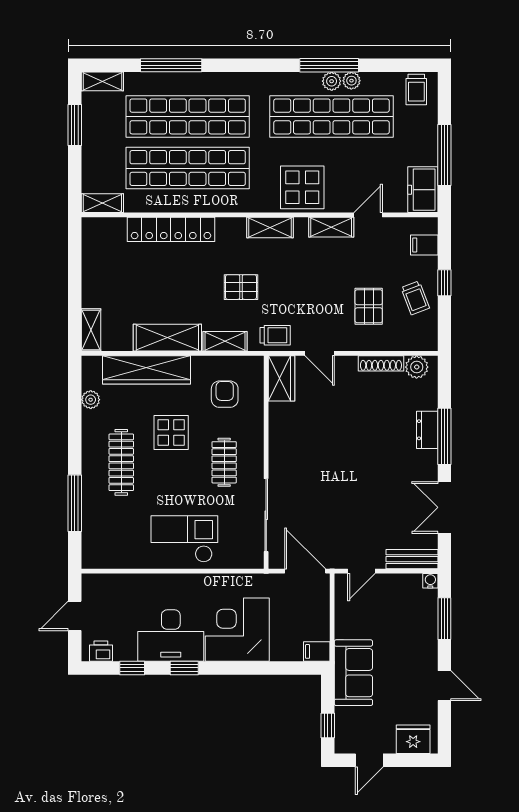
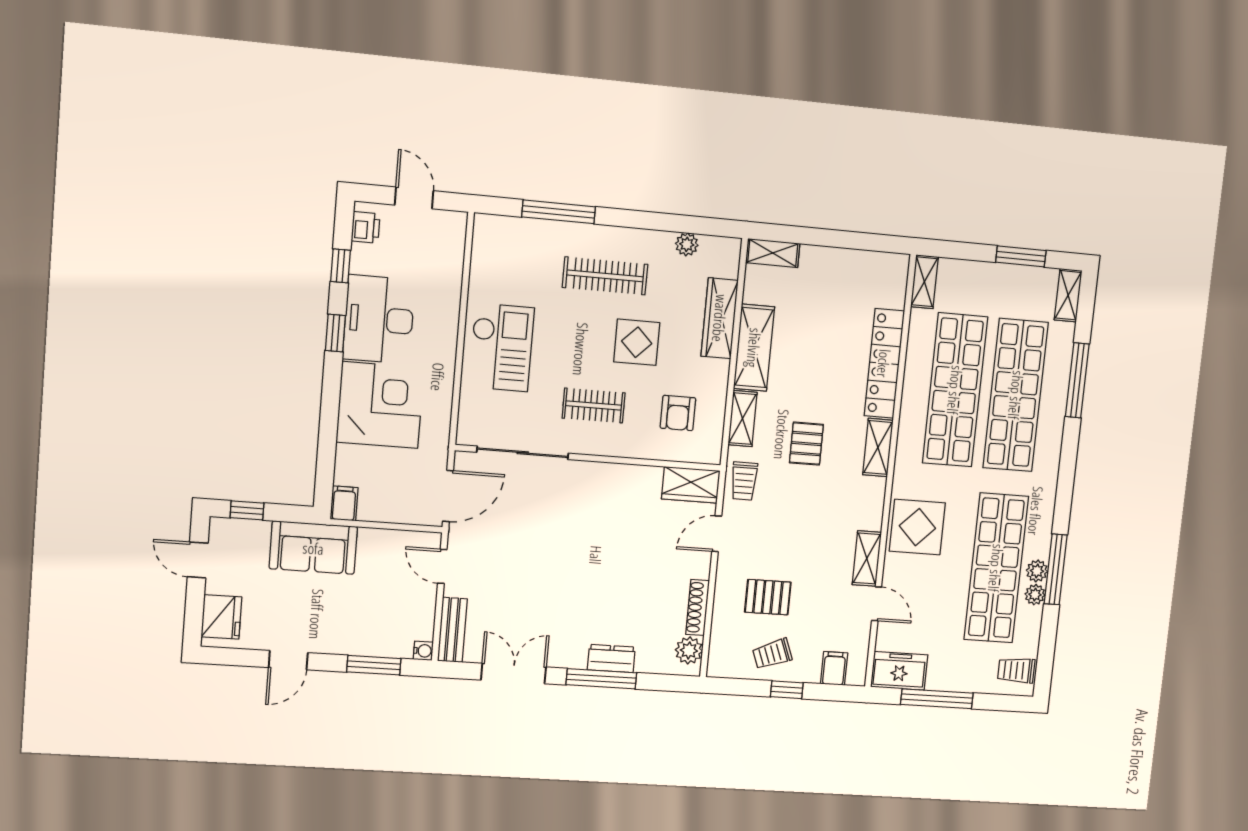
shelving: (270, 227) -> (878, 447), moved
wardrobe: (146, 370) -> (720, 318), width x0.71, depth x0.85
armchair: (225, 394) -> (678, 413), turned 90

